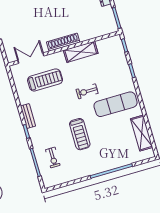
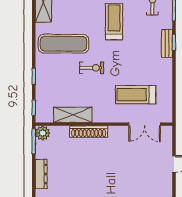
plant: (111, 27) -> (43, 133), added
shoe rack: (63, 42) -> (89, 132), moved
shelving: (81, 52) -> (73, 115), moved
bench: (28, 116) -> (167, 43), moved

